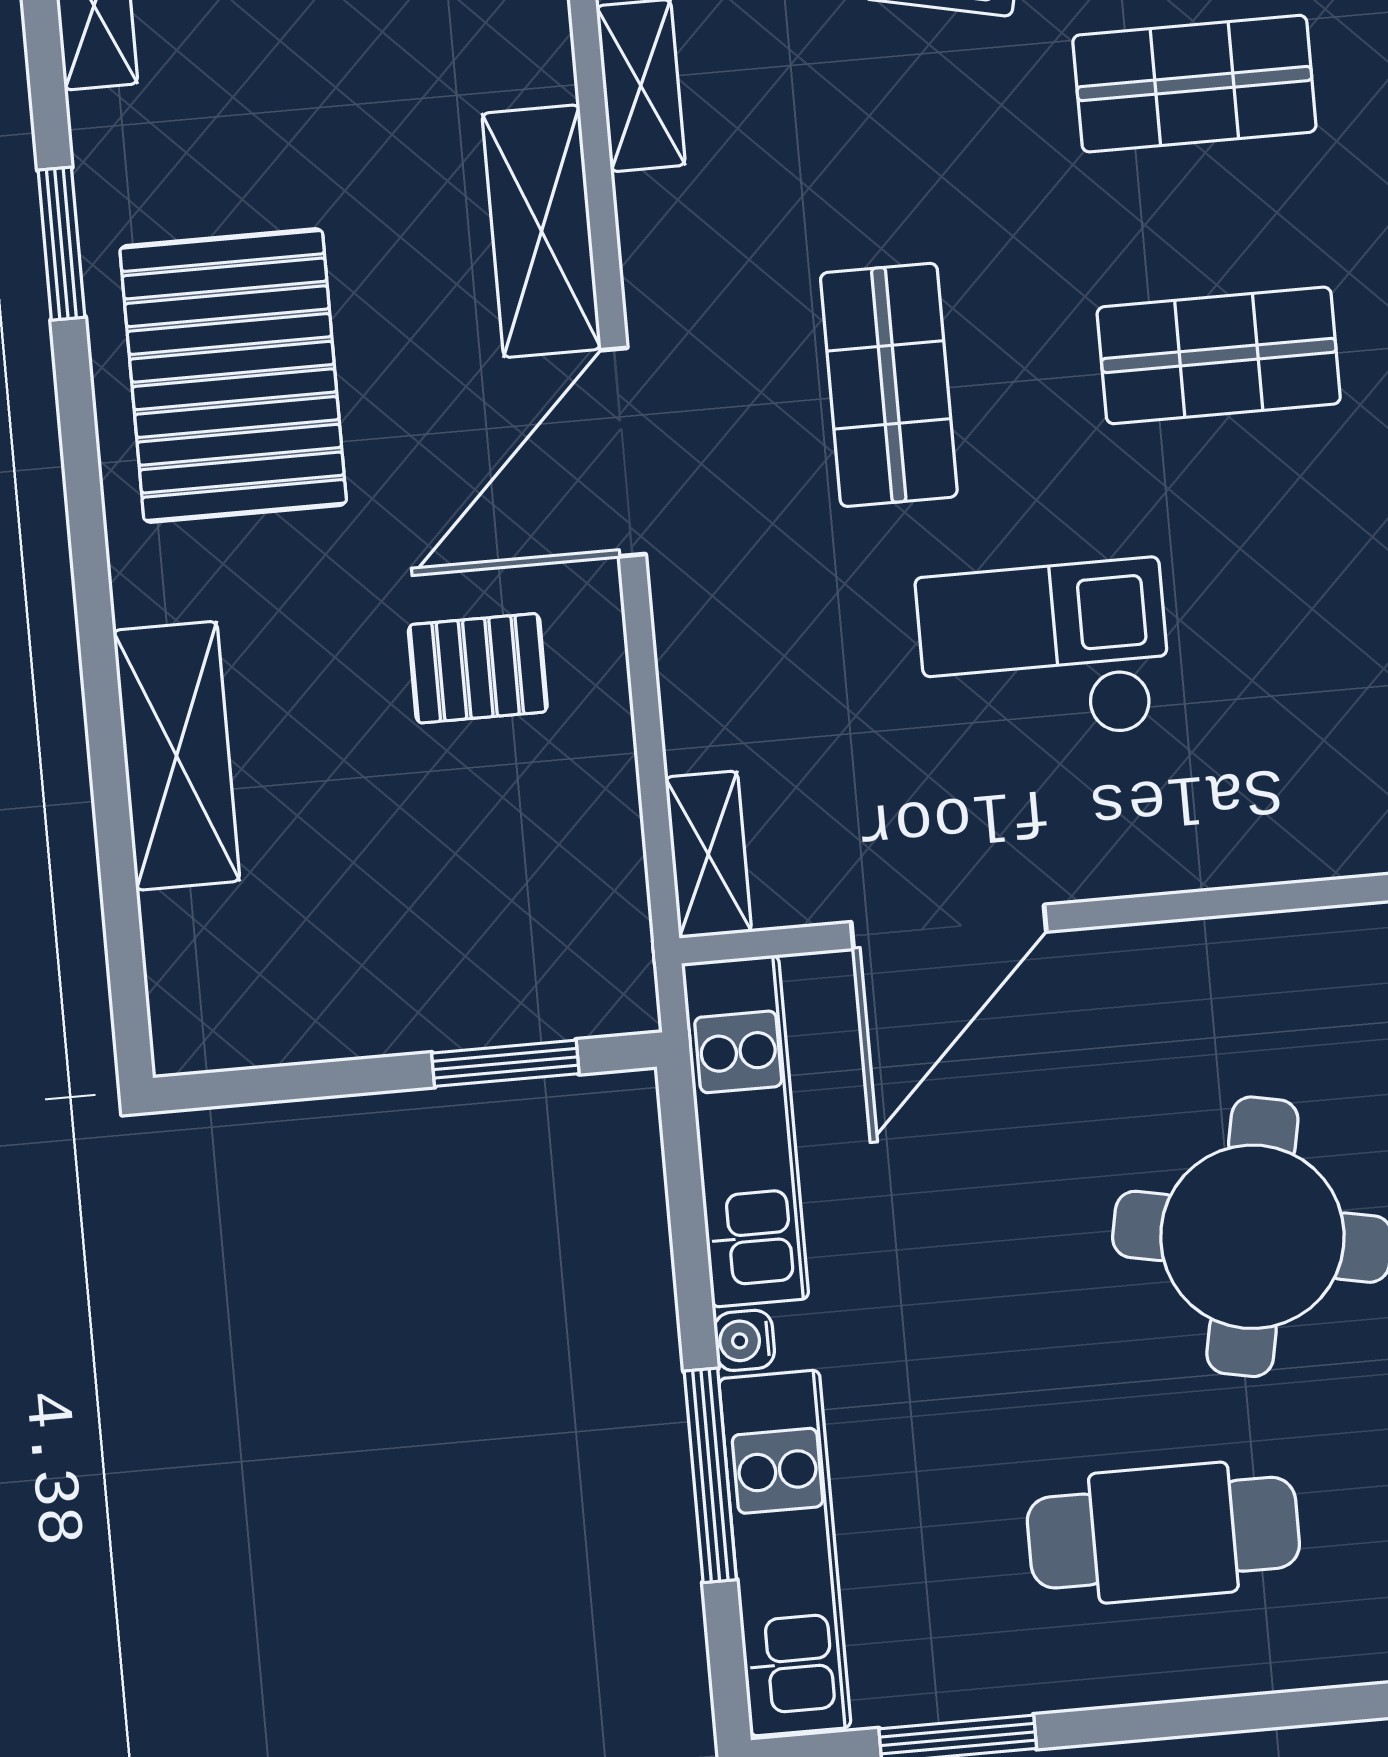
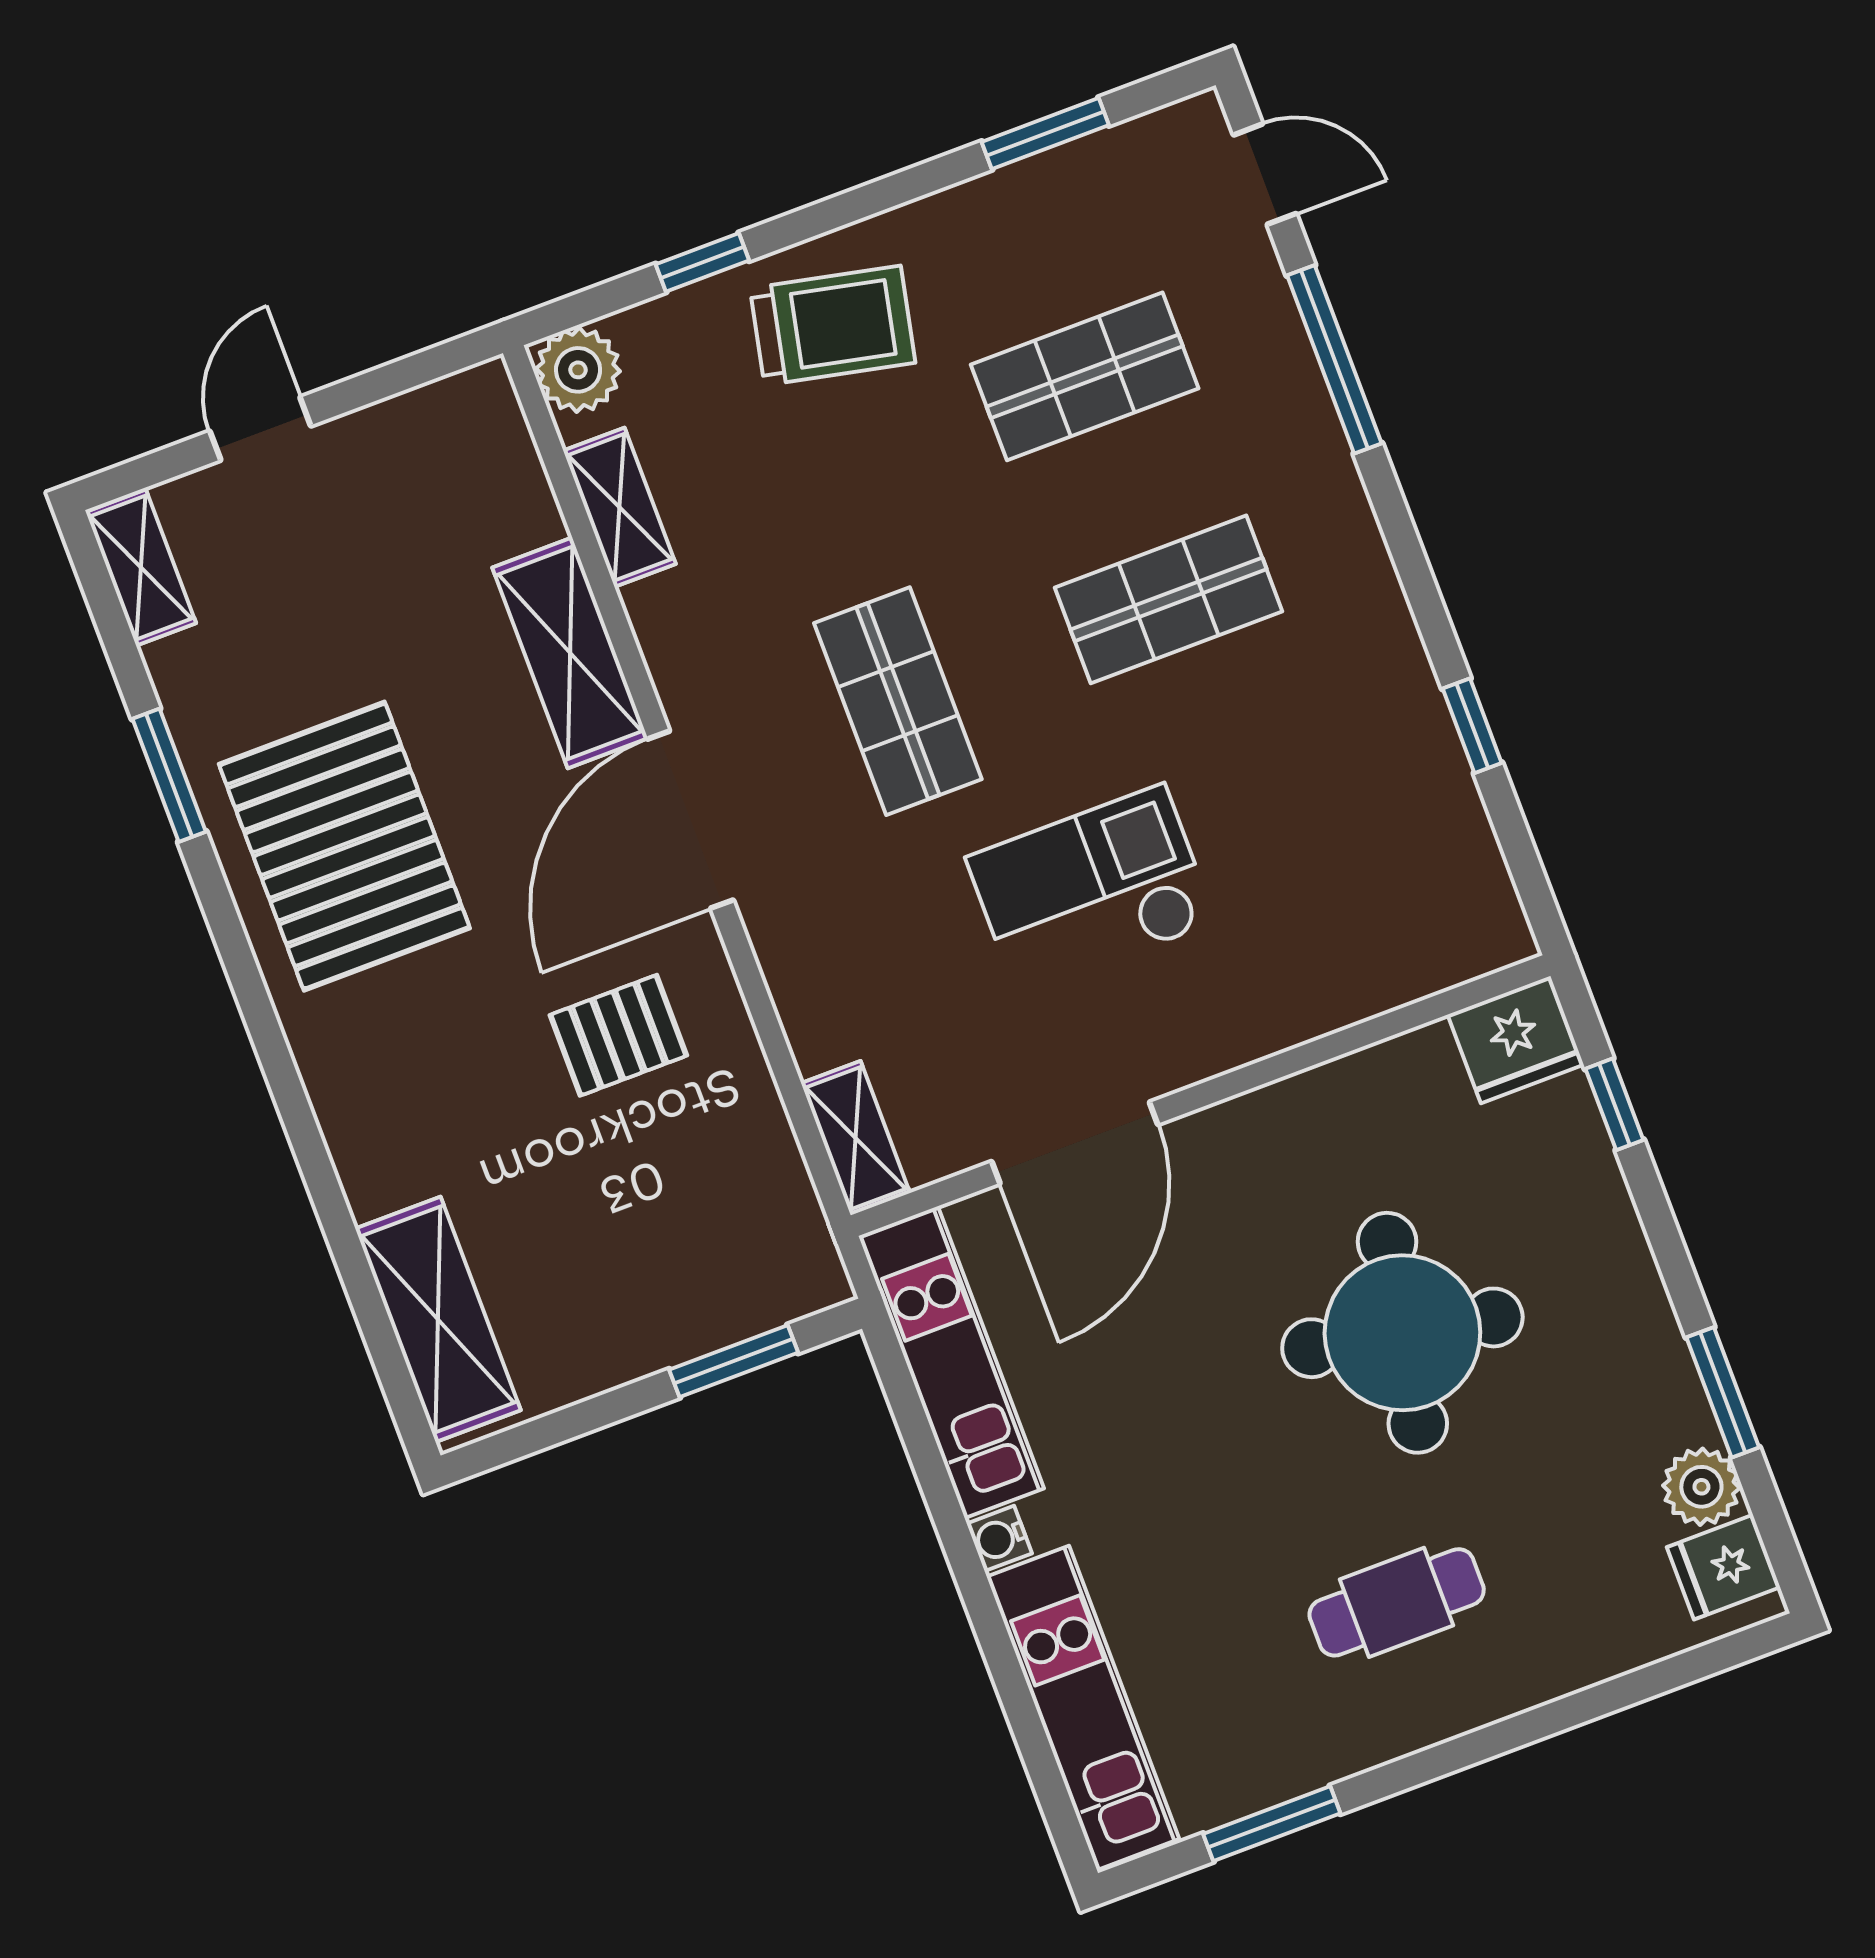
shelving: (176, 756) -> (438, 1319), moved
window: (710, 1475) -> (1002, 1660), removed
cafe table: (1163, 1533) -> (1397, 1602), width x0.73, depth x0.74

